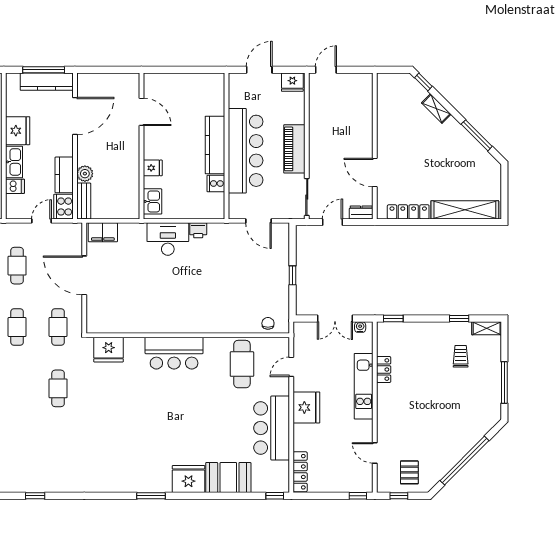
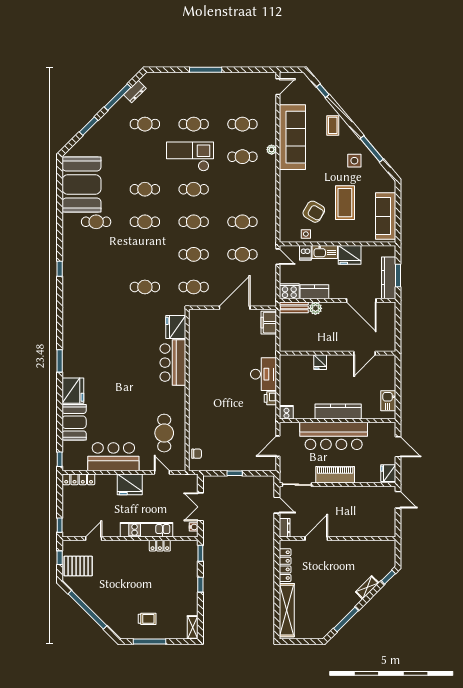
window: (44, 70) -> (398, 275), width x0.69
cooker: (216, 183) -> (286, 412), moved
kitchen sink: (152, 201) -> (388, 401), moved, turned 90
door: (41, 221) -> (278, 257), moved
window: (459, 319) -> (200, 585), moved
bar counter: (174, 353) -> (173, 363), moved
trolley: (461, 356) -> (147, 619), moved
cafe table: (242, 364) -> (164, 433), turned 90
pallet: (409, 472) -> (78, 566), width x1.50, depth x1.42

